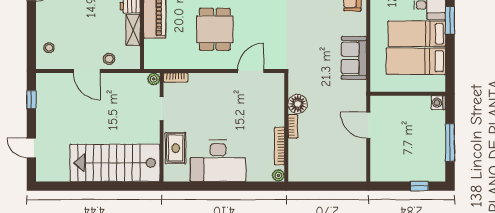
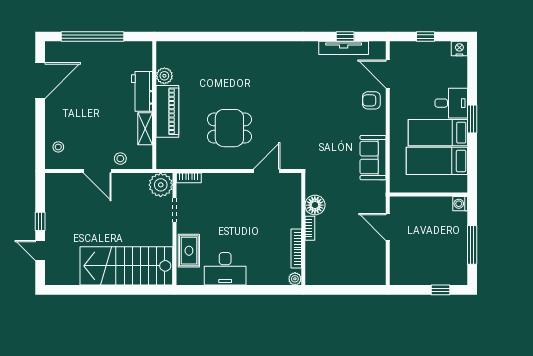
dining table: (215, 29) -> (229, 128), turned 90
plant: (154, 79) -> (161, 185), width x1.87, depth x1.87
window: (31, 100) -> (40, 221), moved
desk: (218, 161) -> (225, 269), width x0.73, depth x0.77

